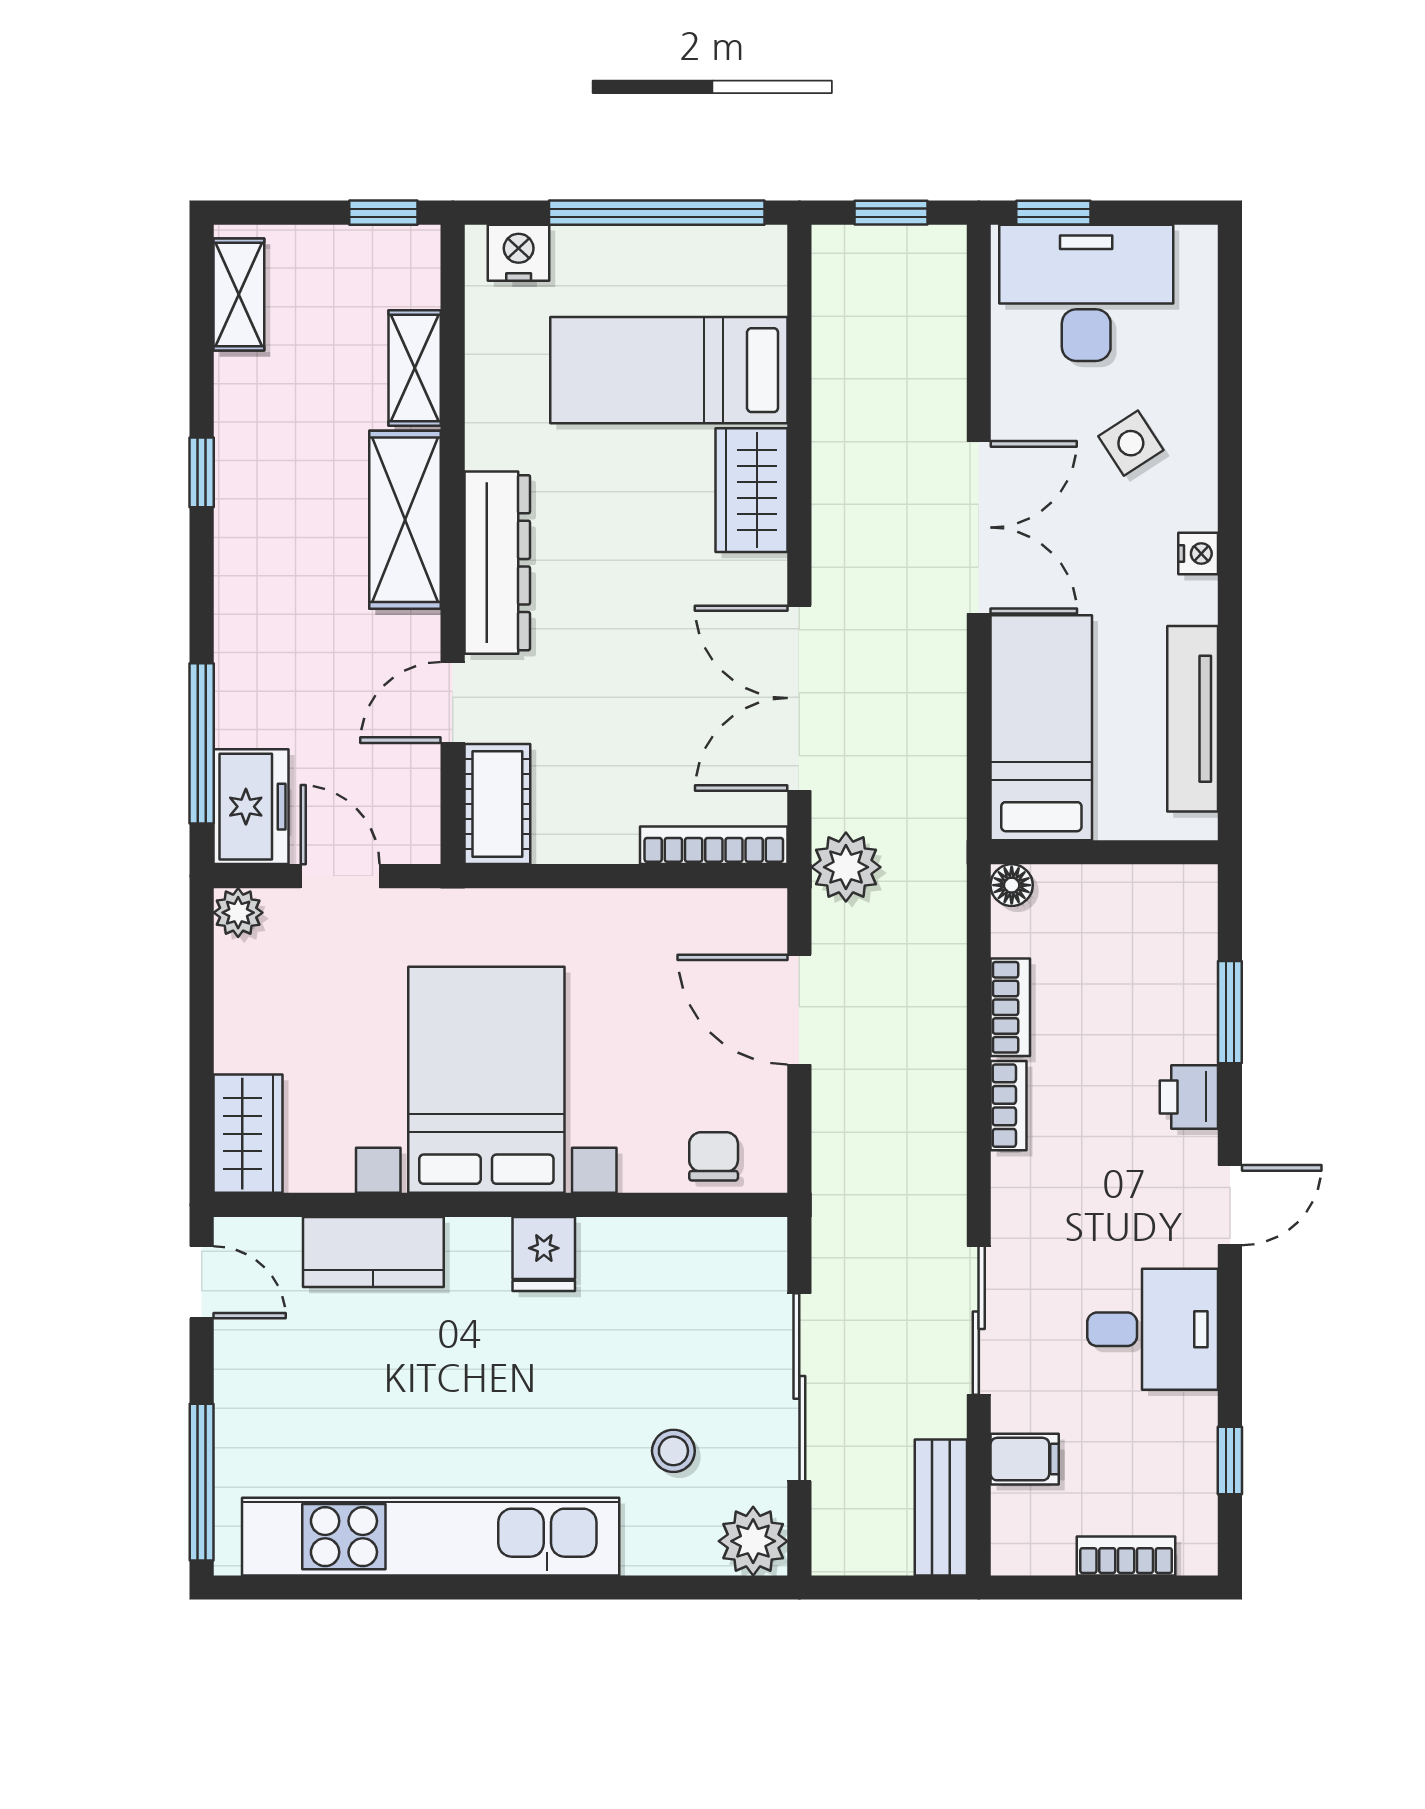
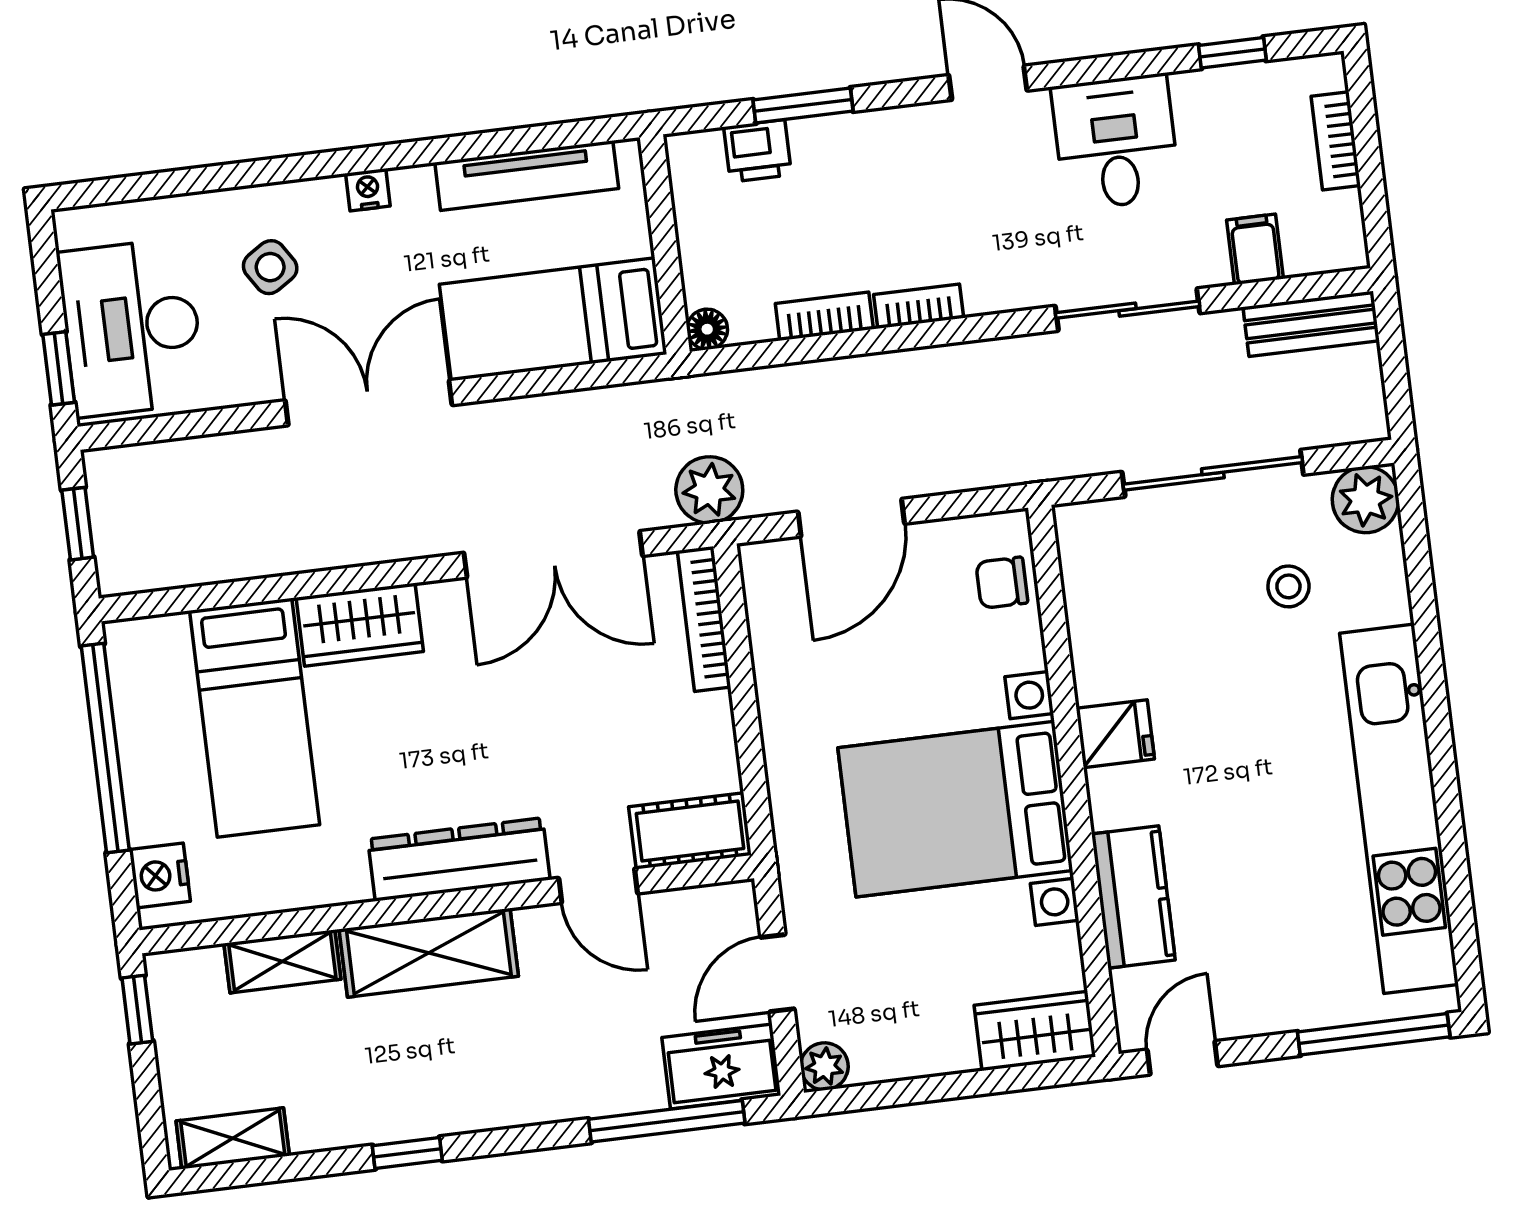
printer: (1189, 1097) -> (758, 151), moved

